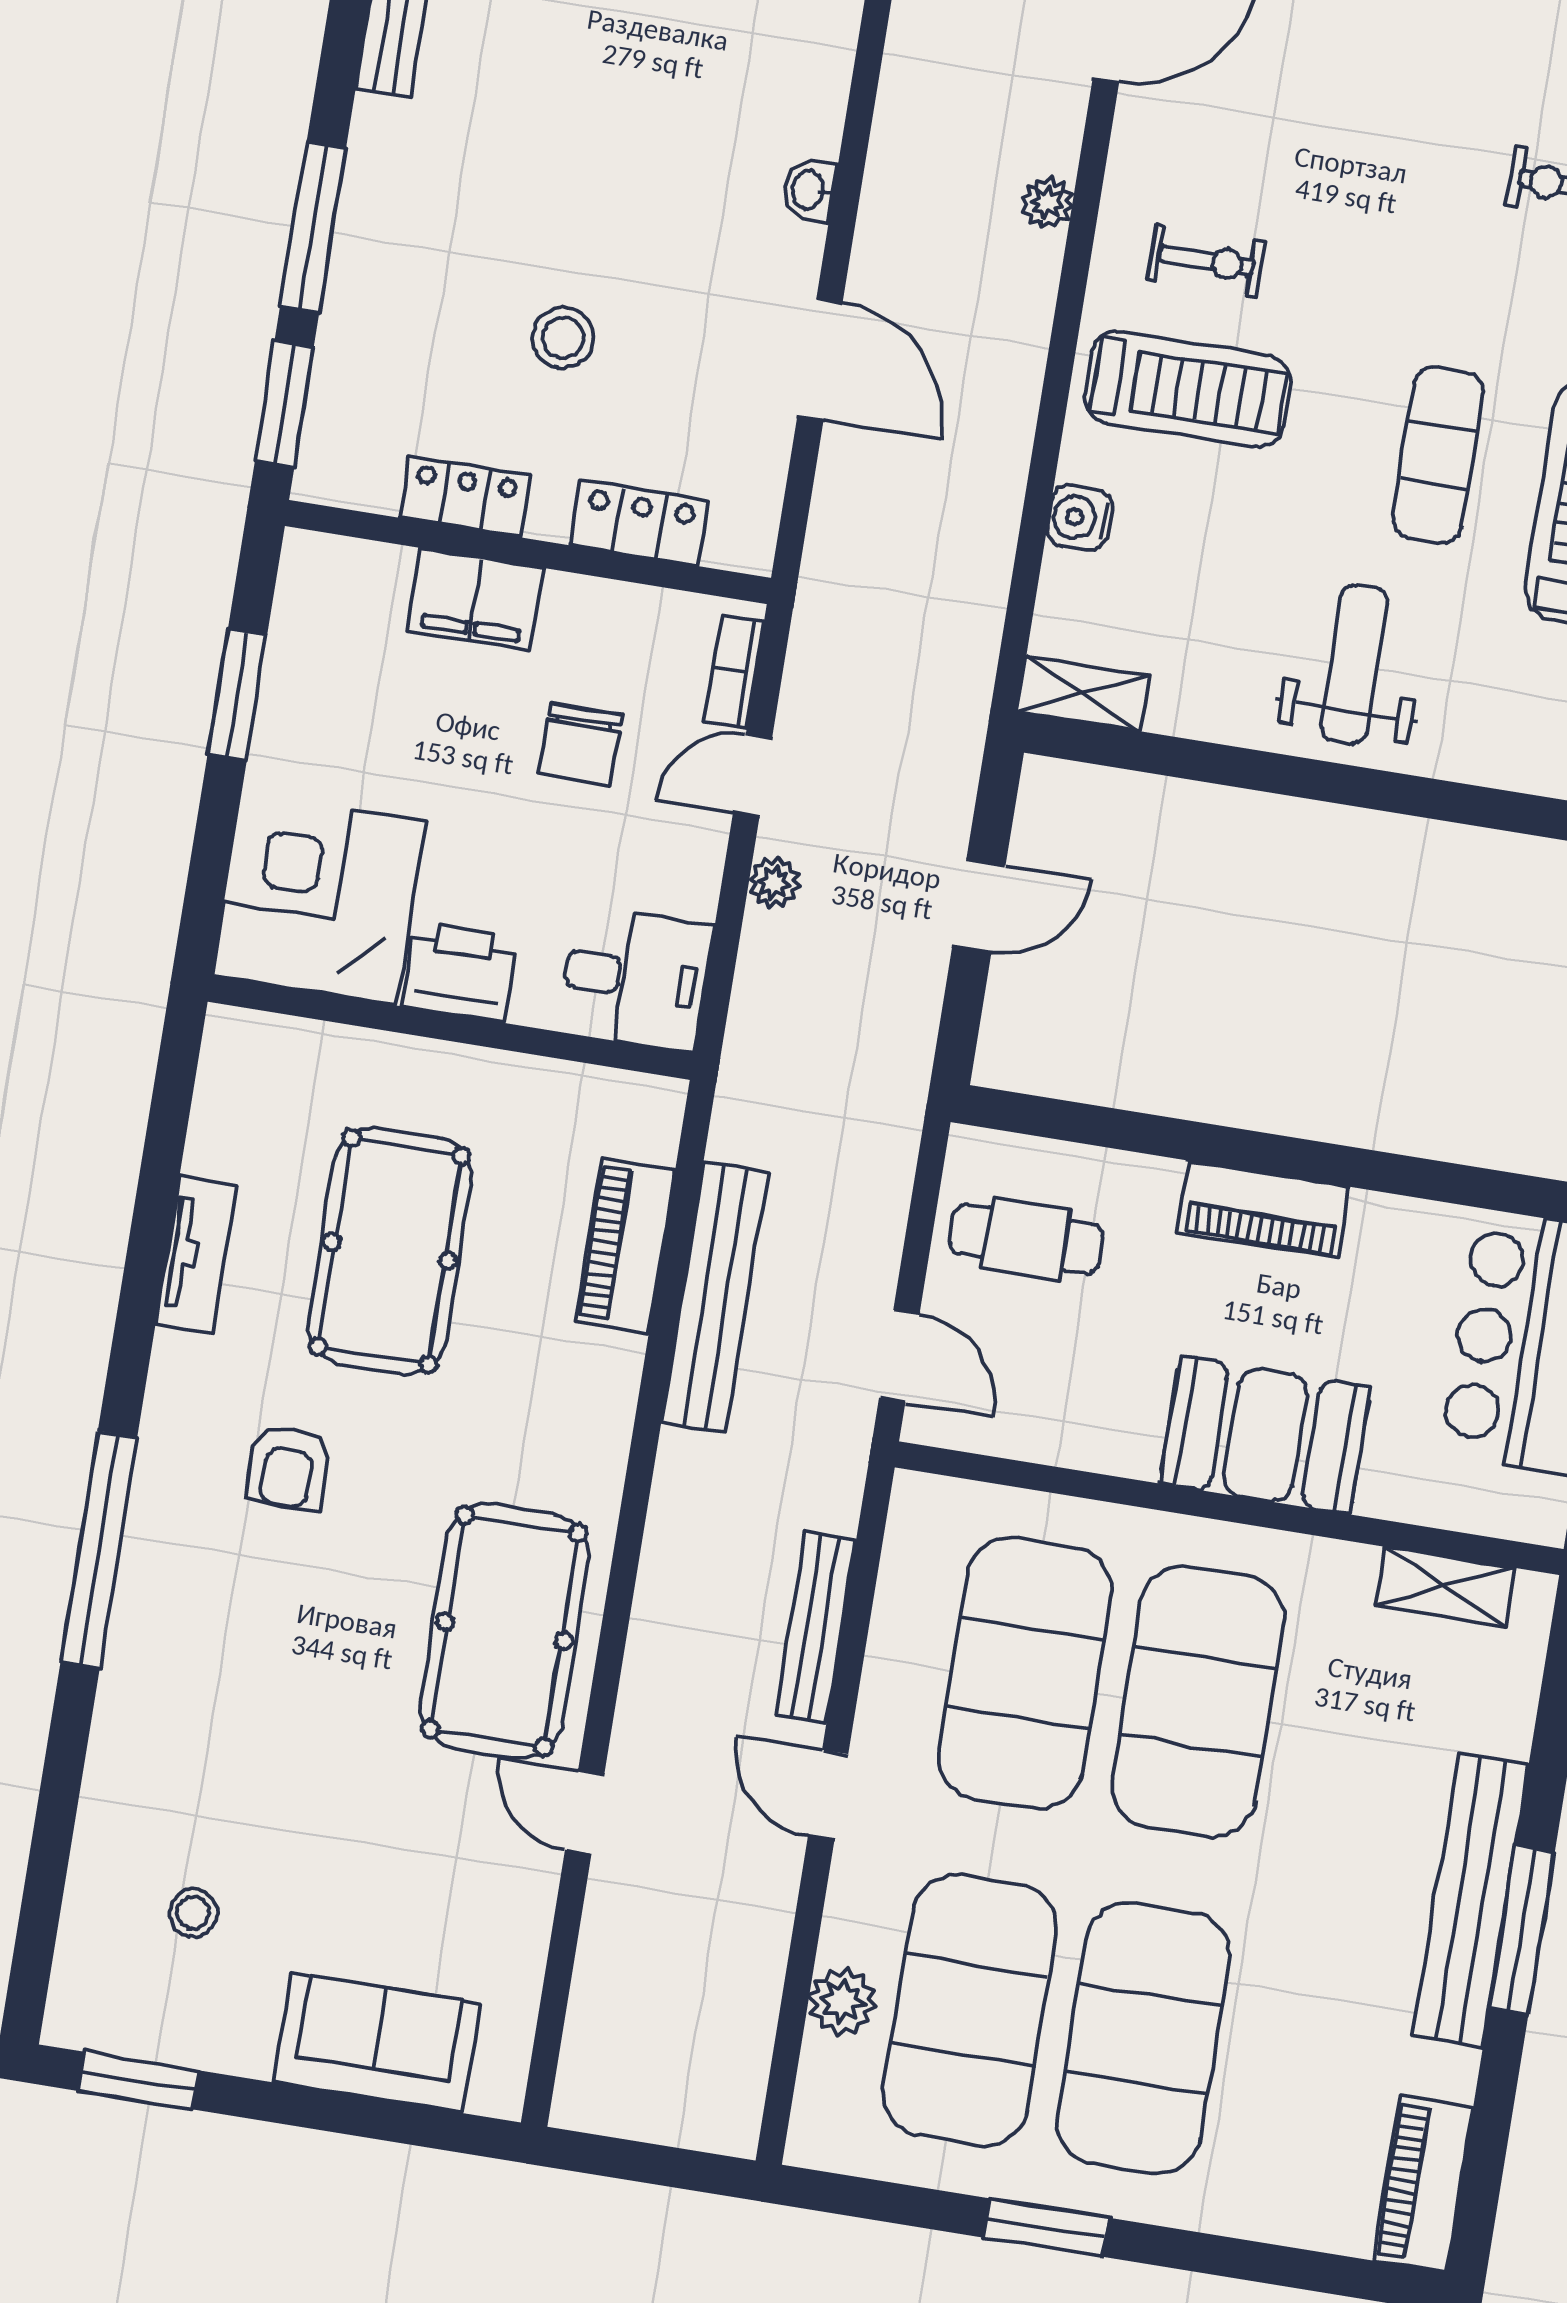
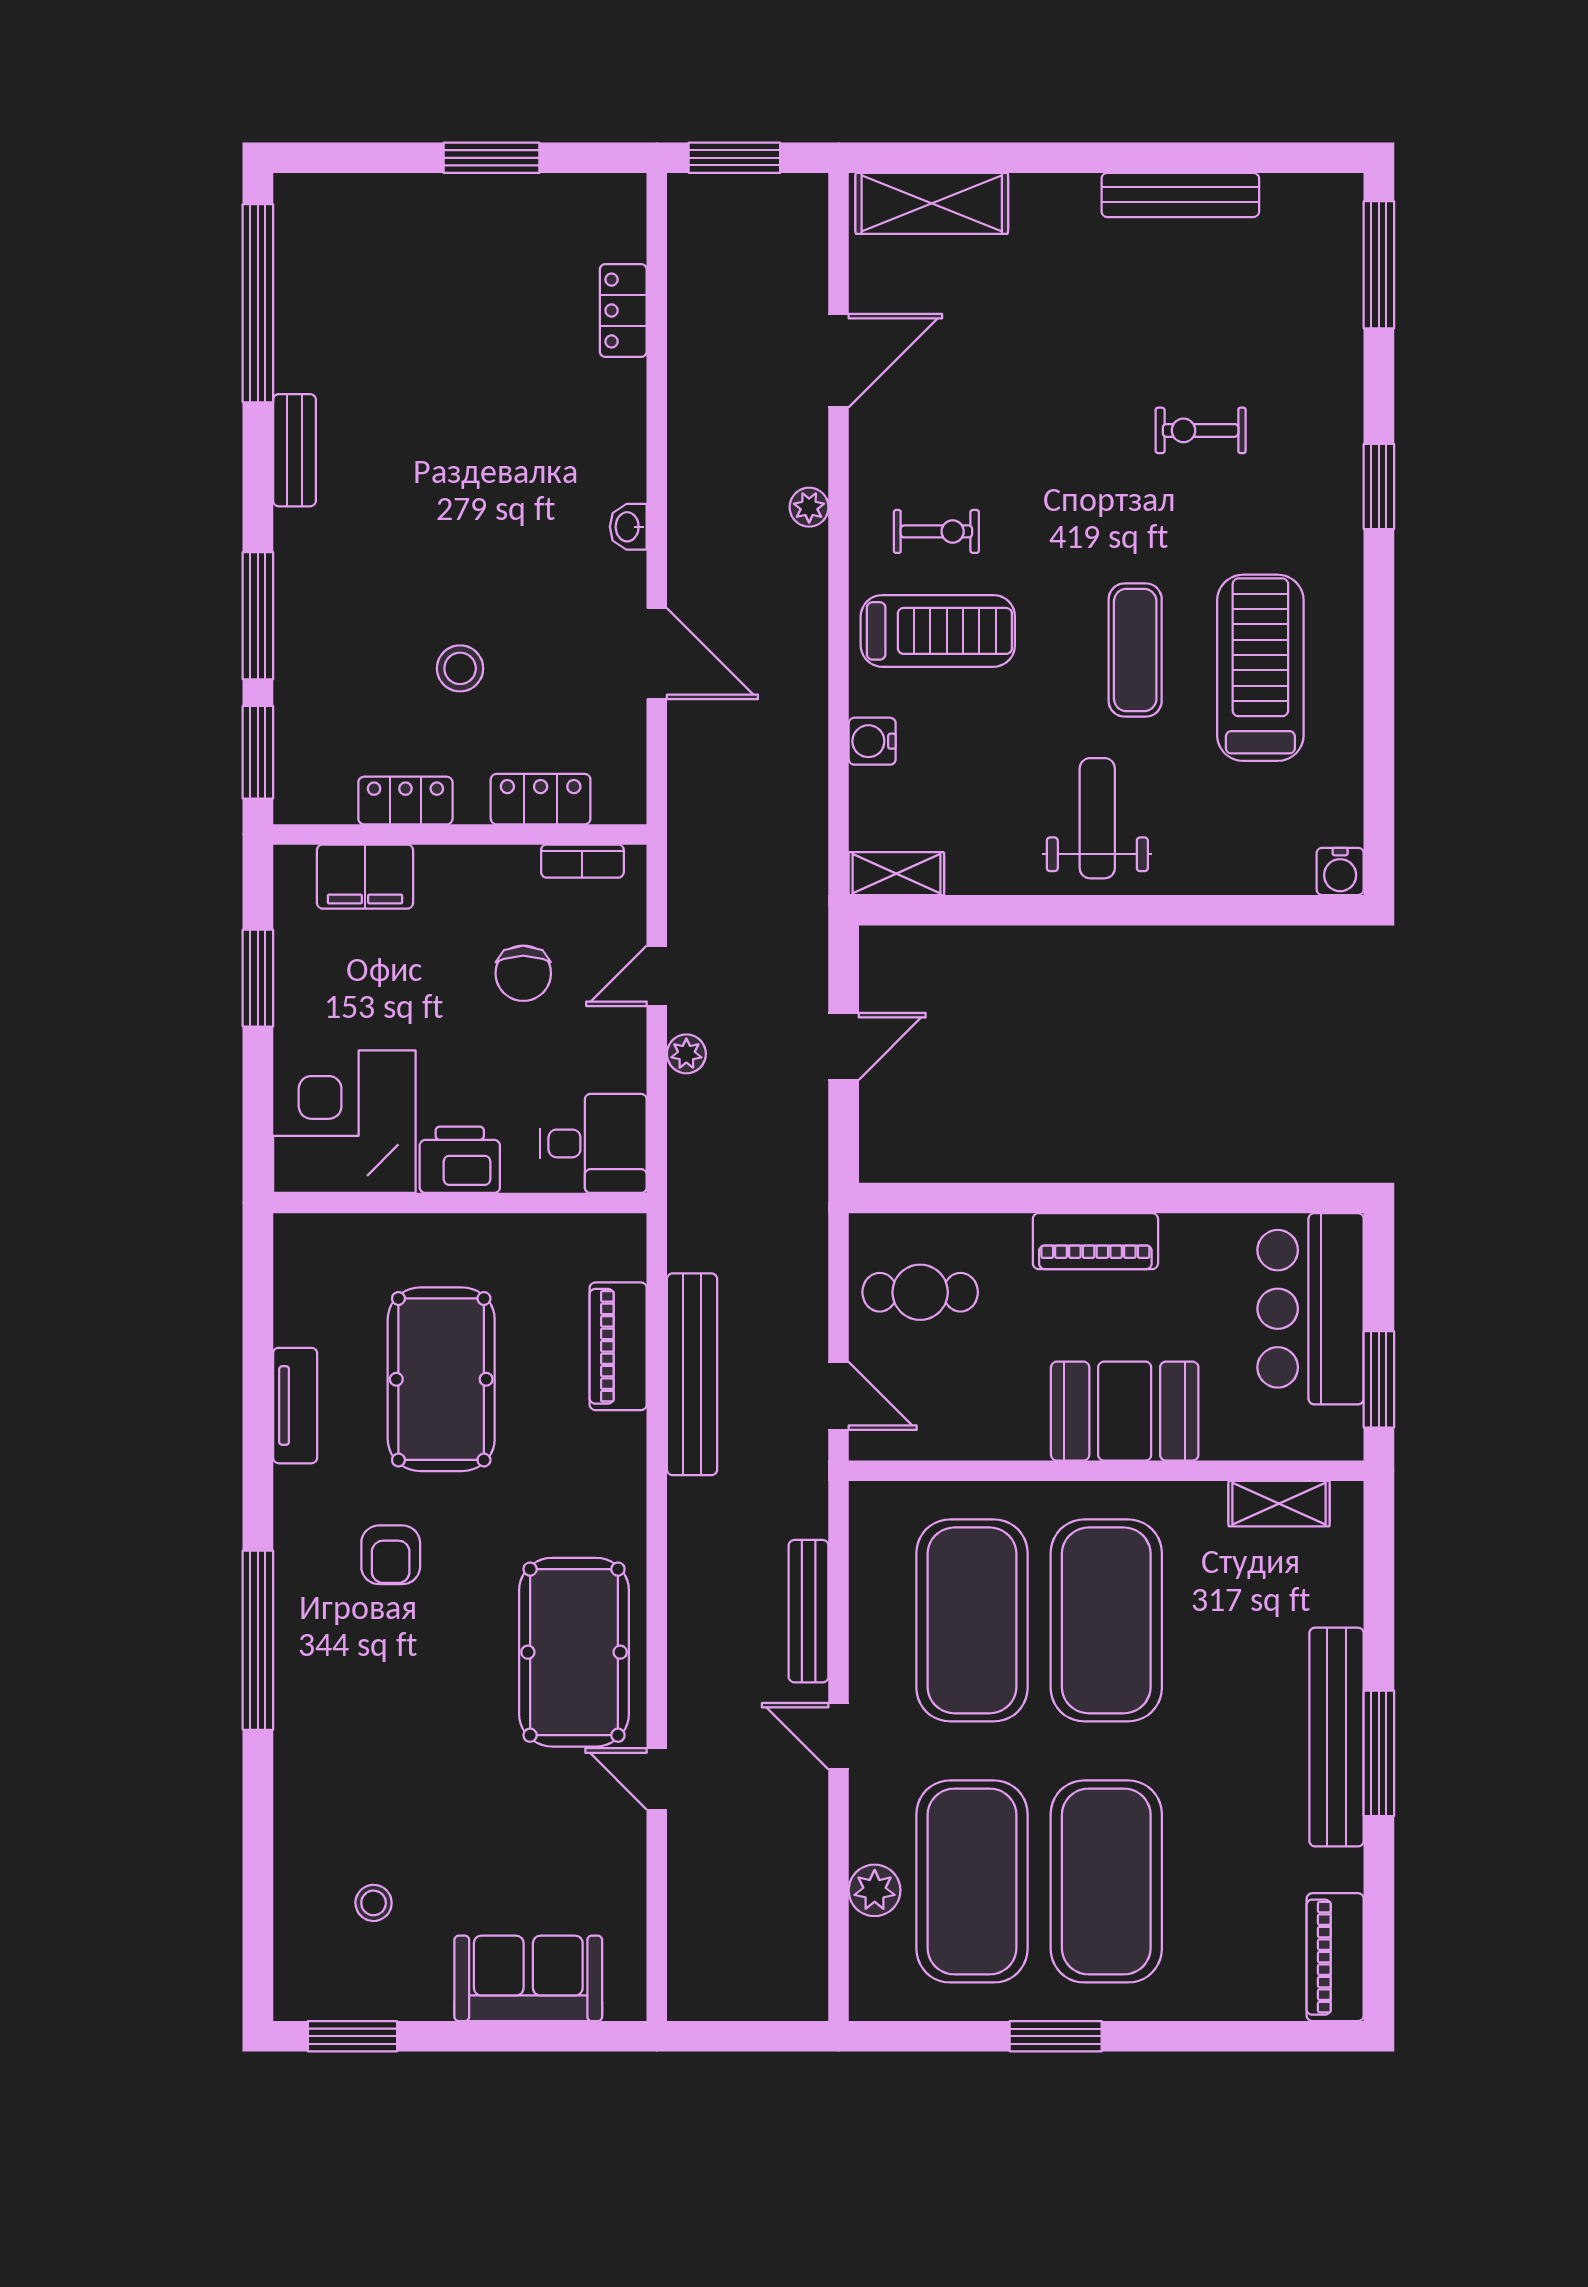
filing cabinet: (475, 599) -> (365, 877), moved
bookcase: (734, 672) -> (582, 861), moved, turned -90

